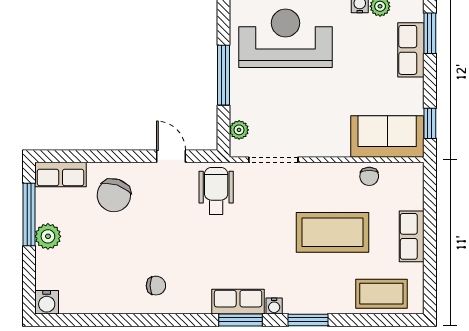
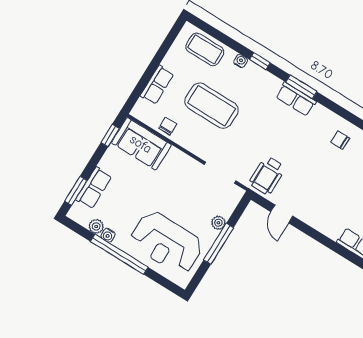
plant: (239, 130) -> (218, 223), moved
chair: (114, 195) -> (332, 212), removed
row of seats: (412, 236) -> (157, 85), moved
water cooler: (274, 306) -> (241, 61), moved
window: (308, 320) -> (260, 61), width x0.67

